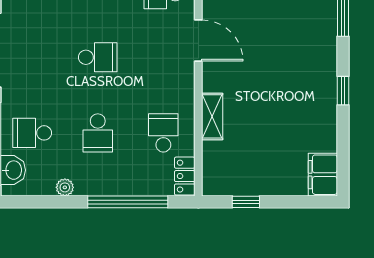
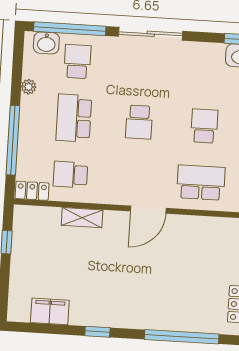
school desk: (98, 133) -> (74, 118), width x1.85
school desk: (163, 133) -> (70, 175), turned 180
filing cabinet: (323, 175) -> (50, 311), moved

